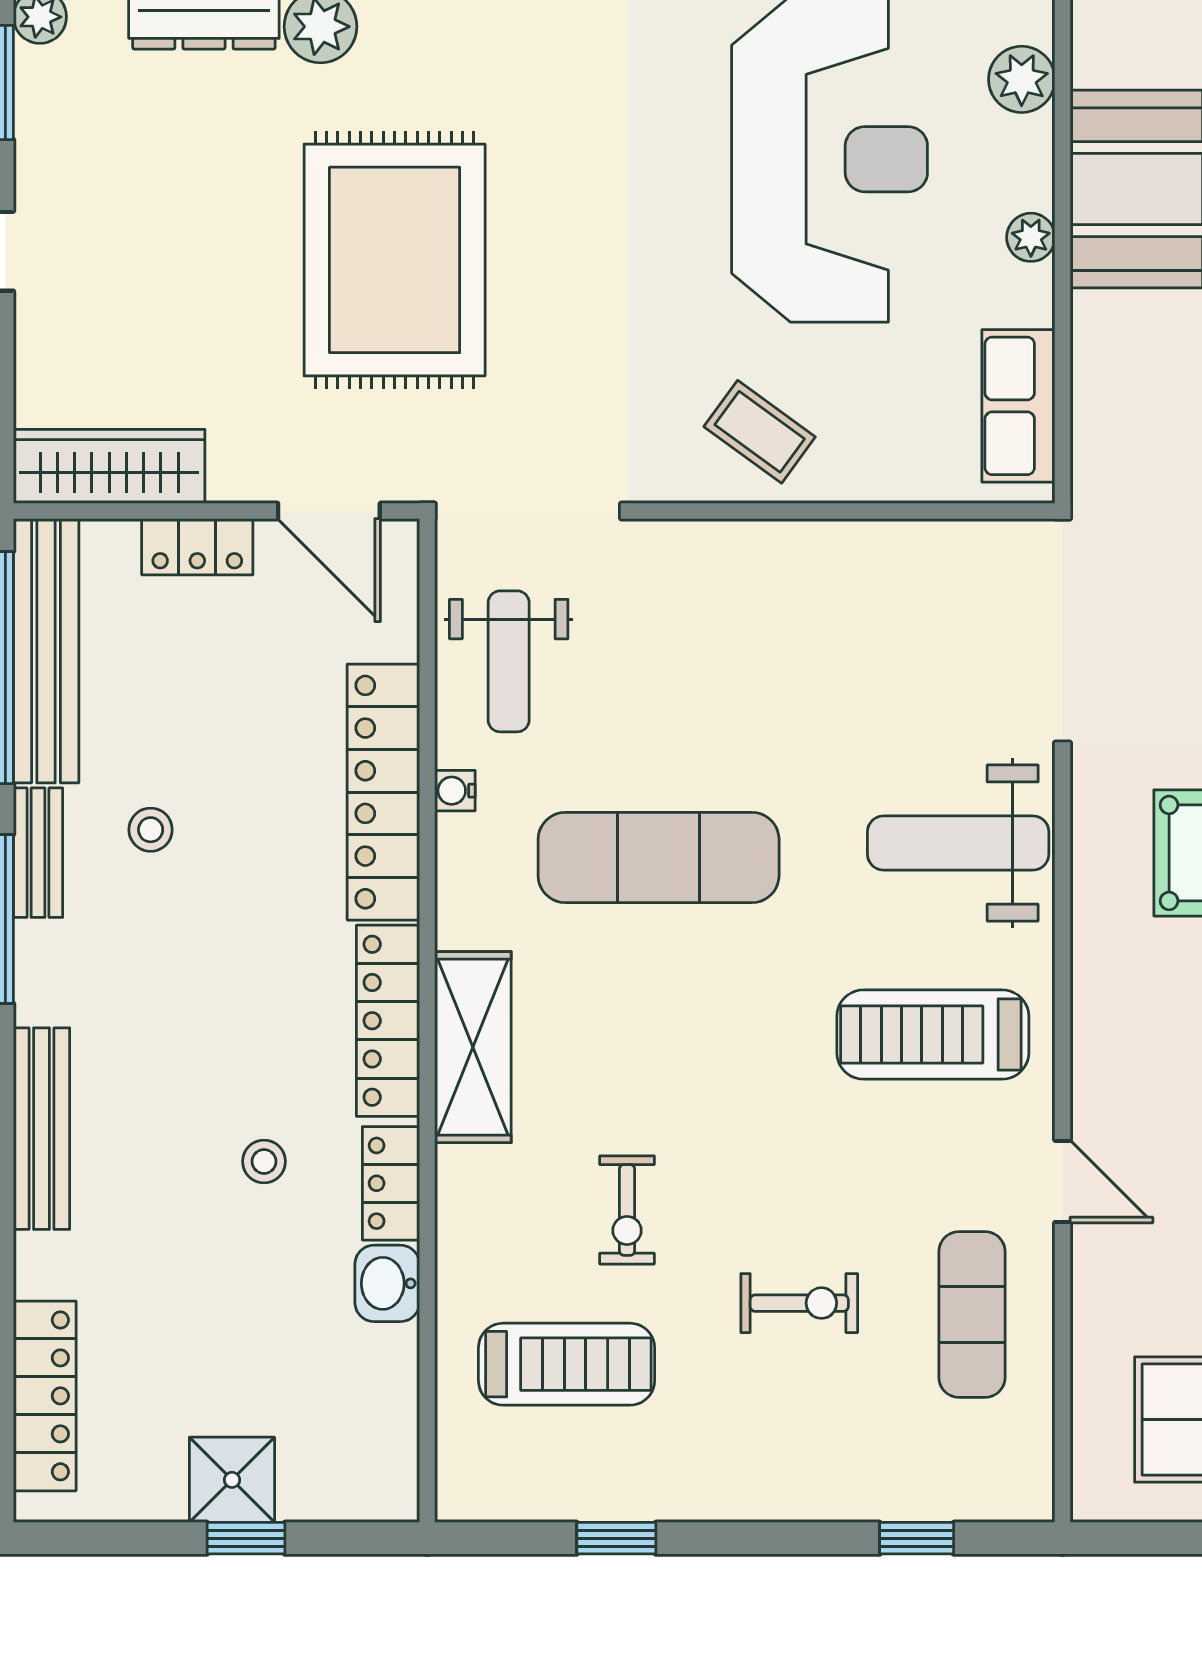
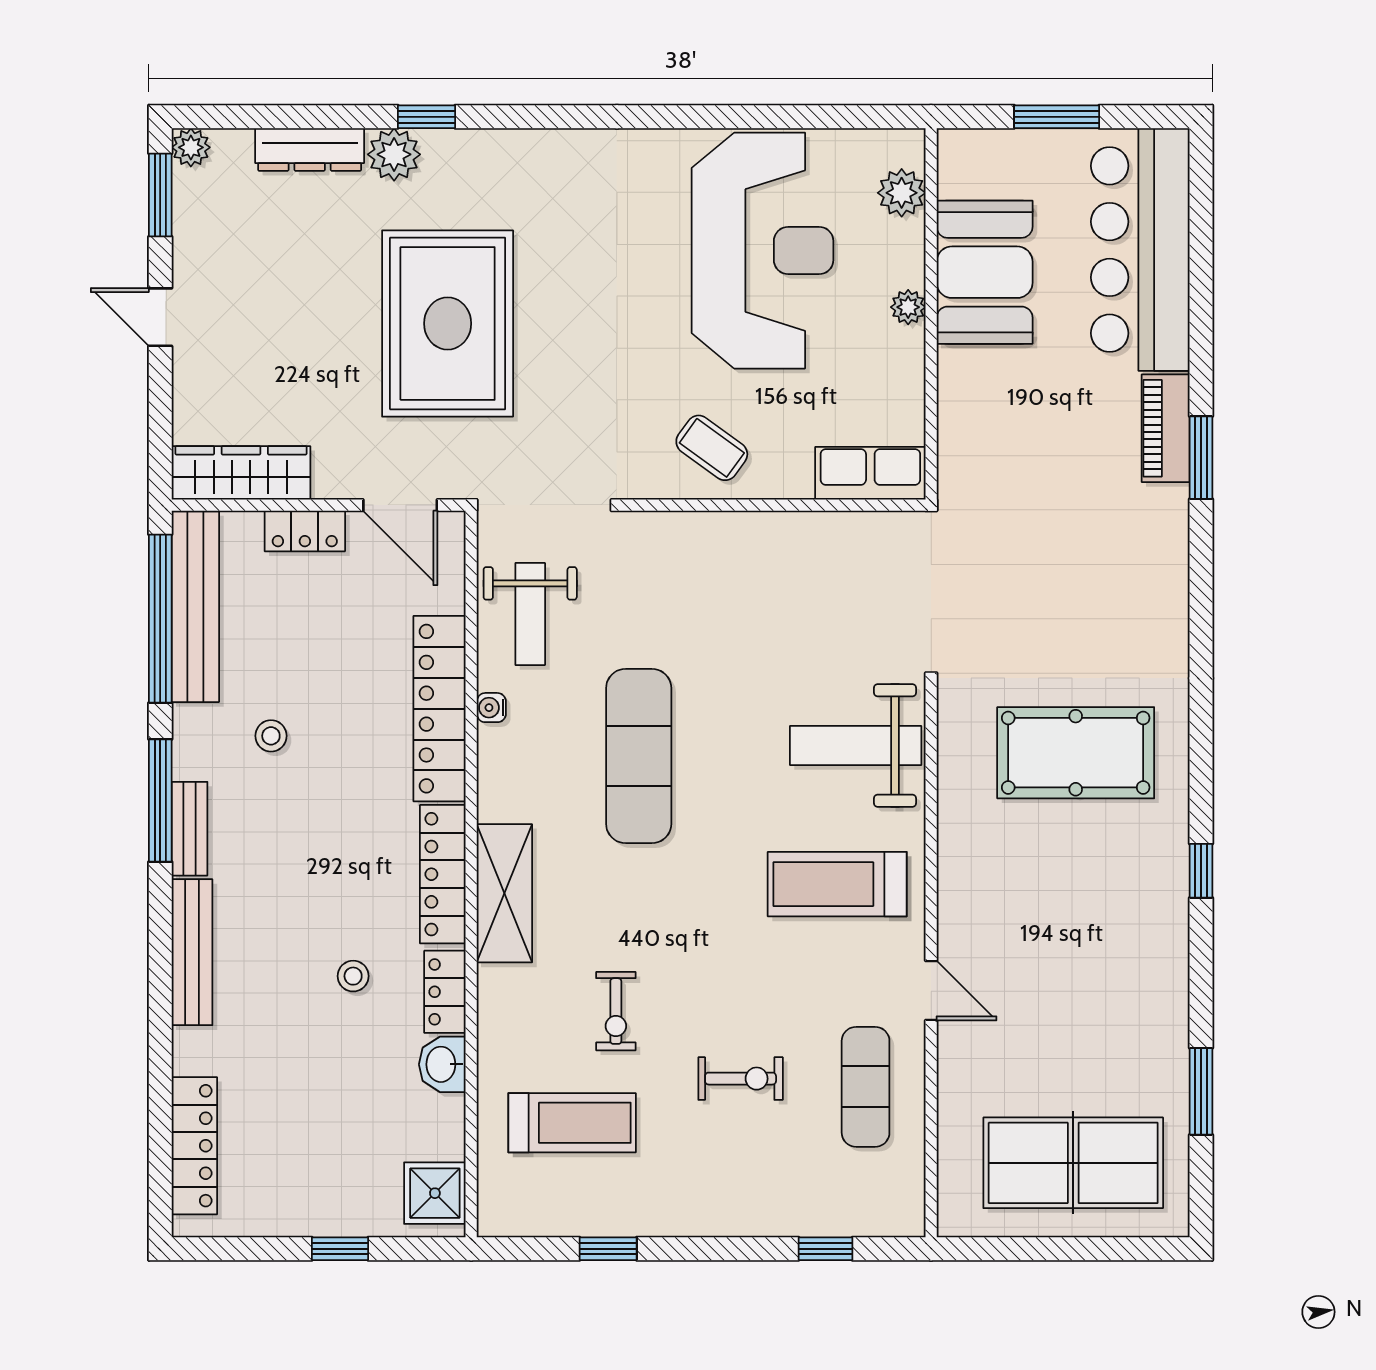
row of seats: (1018, 406) -> (870, 473), moved, turned 90
bench: (38, 853) -> (190, 829), moved
exercise mat: (659, 858) -> (639, 756), turned 90
shower: (232, 1480) -> (435, 1193), moved

